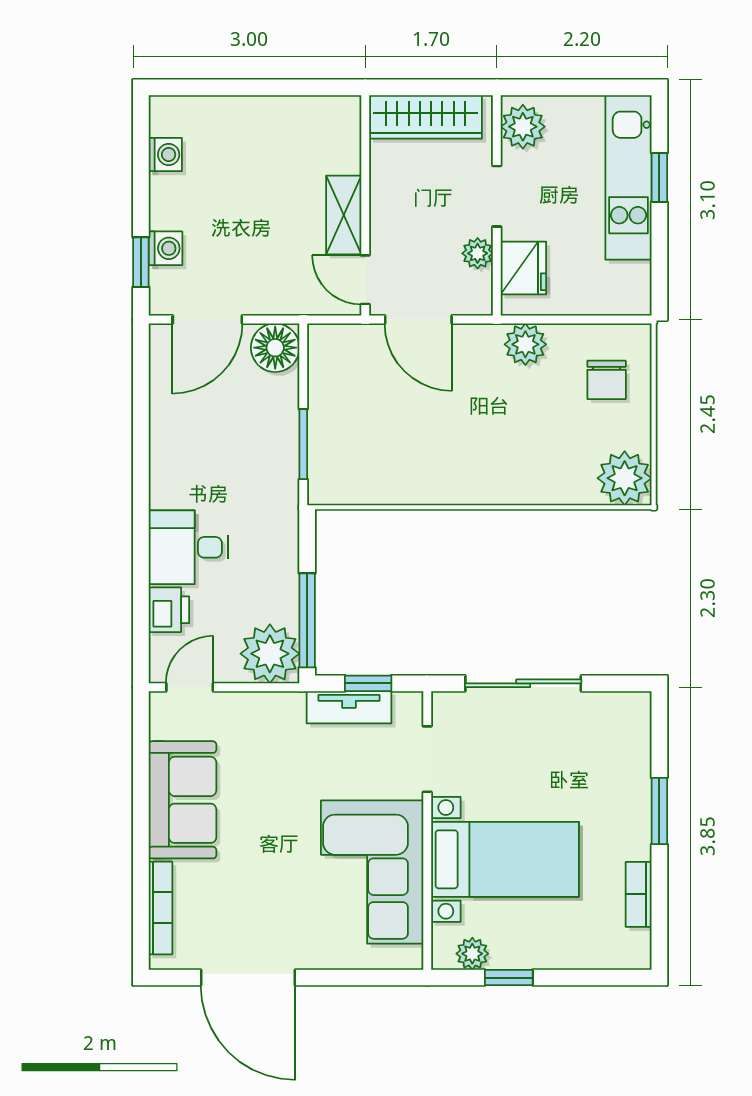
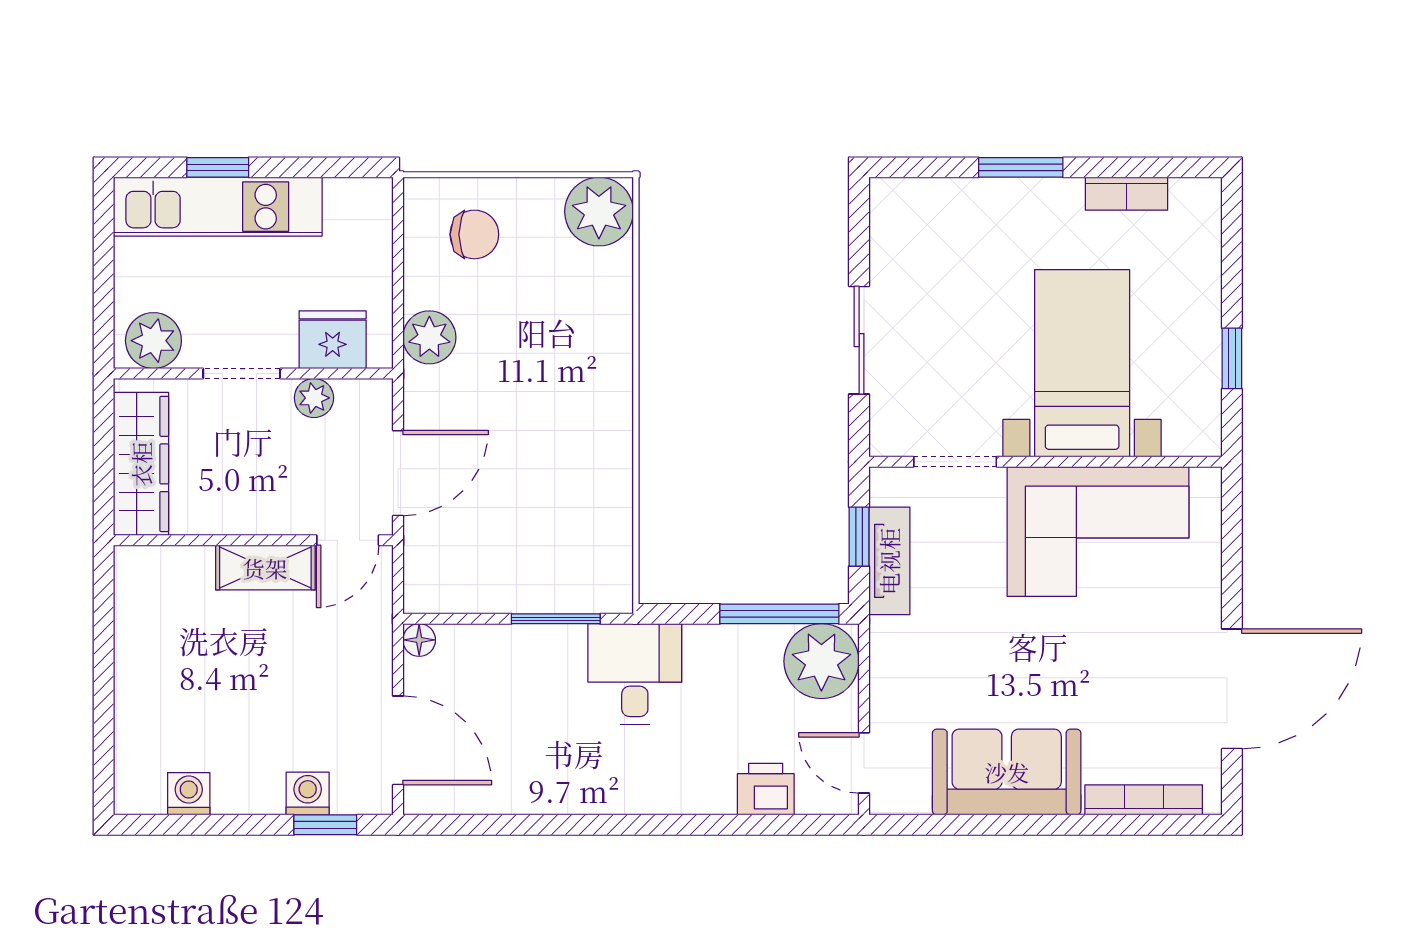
floor lamp: (275, 348) -> (419, 640), width x0.53, depth x0.53
desk: (188, 547) -> (635, 674), moved, turned 180
sliding door: (523, 683) -> (859, 340), width x0.73
plant: (472, 954) -> (1202, 405), removed

